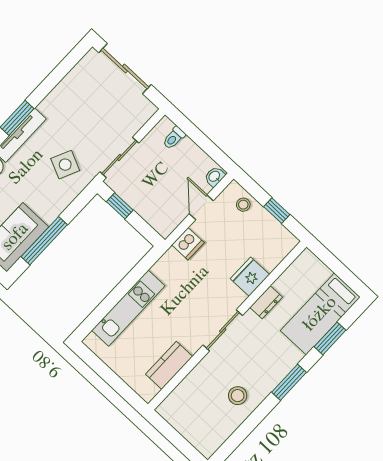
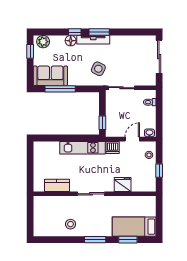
window: (120, 206) -> (102, 123), moved
dresser: (266, 302) -> (119, 201), removed
kitchen unit: (128, 308) -> (83, 148), moved

